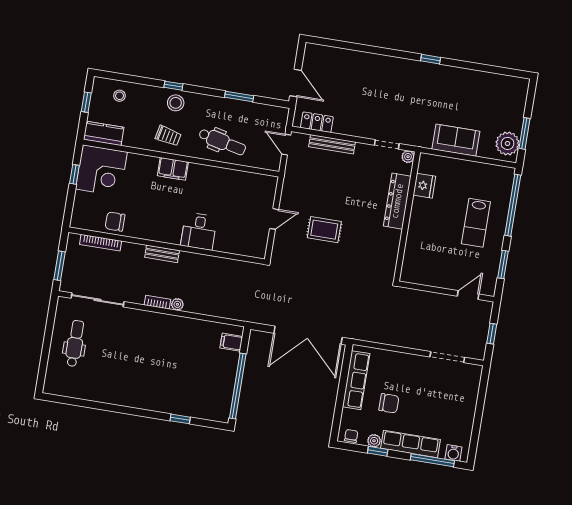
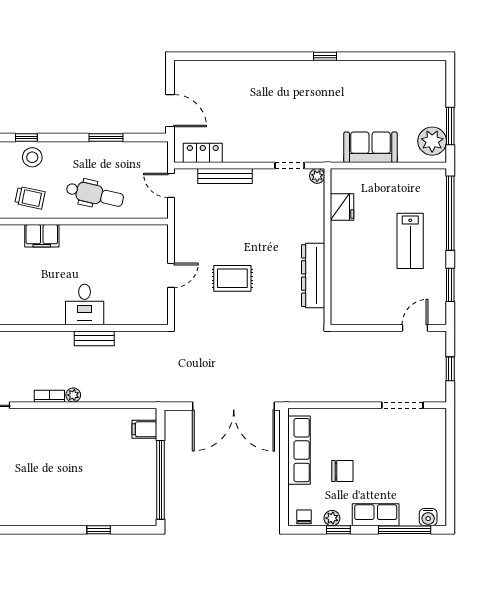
dresser: (397, 201) -> (313, 276), moved
bench: (162, 254) -> (94, 338), moved
row of seats: (411, 444) -> (376, 515), width x0.68

